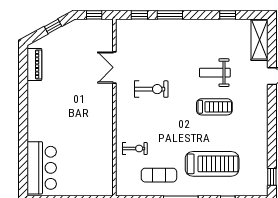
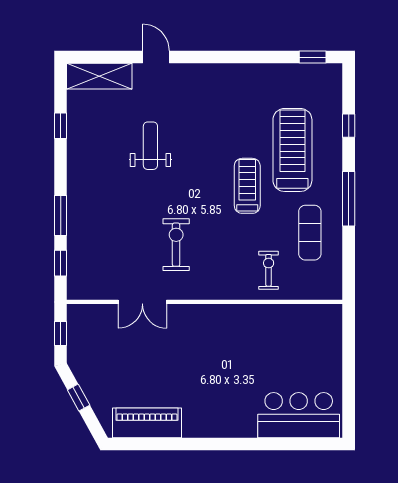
piano: (34, 64) -> (147, 423), width x1.37, depth x1.33
weight bench: (215, 73) -> (150, 146), turned 180
treadmill: (214, 107) -> (247, 186), moved

